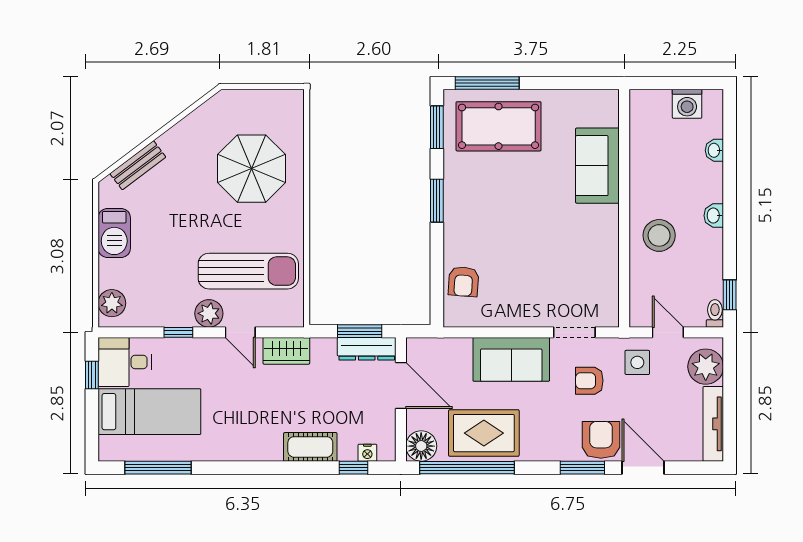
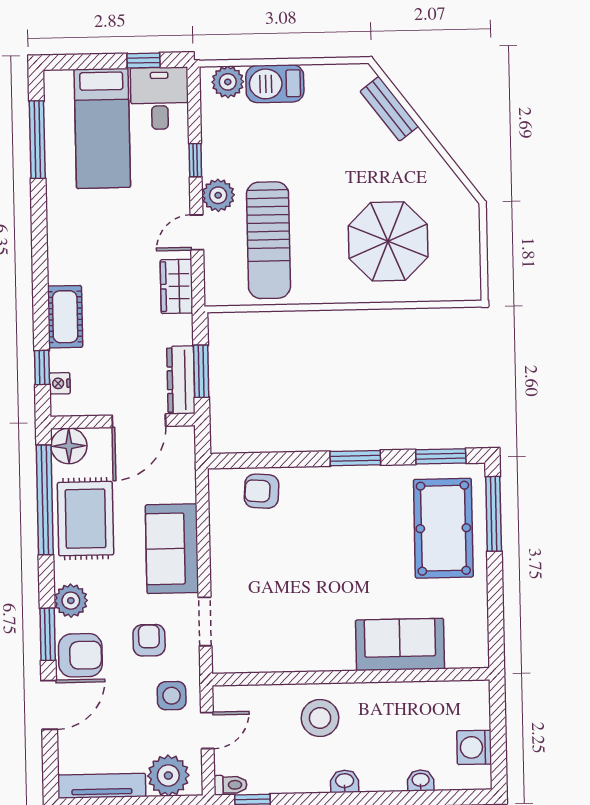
barbecue: (114, 233) -> (275, 84), moved
plant: (554, 447) -> (71, 601), added

